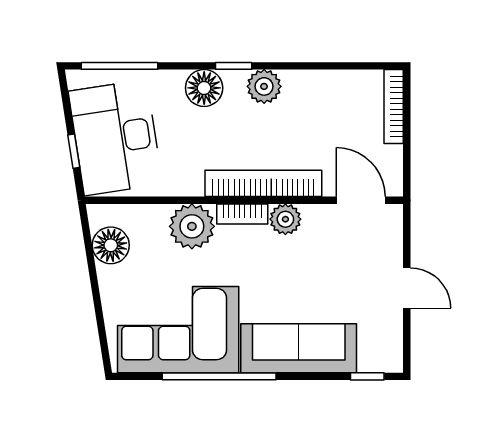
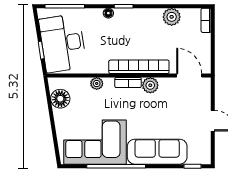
plant: (264, 86) -> (172, 17), moved
floor lamp: (204, 88) -> (108, 13), width x0.53, depth x0.53
bookcase: (394, 107) -> (206, 20), width x0.64
plant: (192, 226) -> (97, 83), width x0.53, depth x0.53

